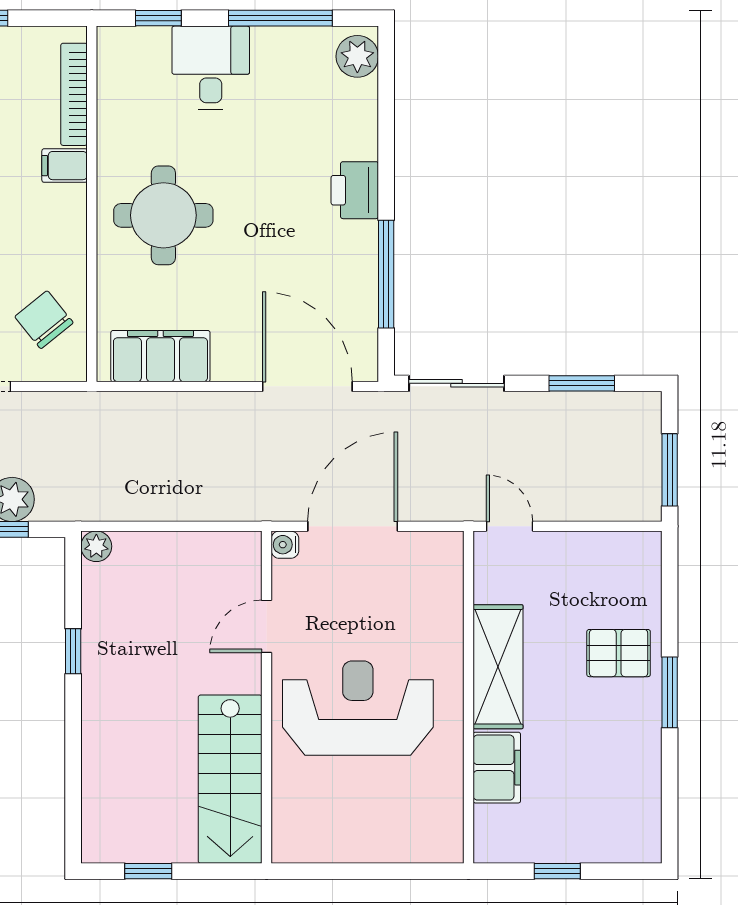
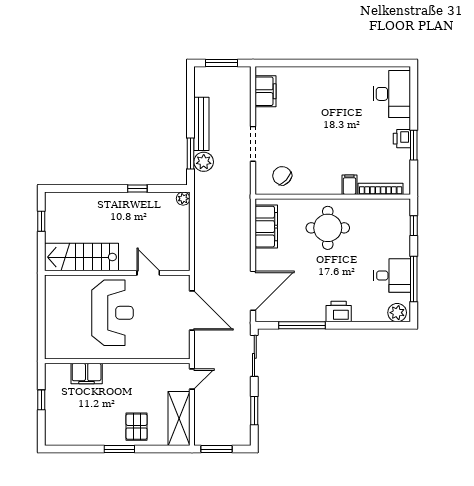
desk: (211, 68) -> (392, 276), moved
chair: (44, 320) -> (282, 176), turned -99
water cooler: (285, 545) -> (184, 281), removed
shelving: (498, 667) -> (179, 418), moved, turned 90

